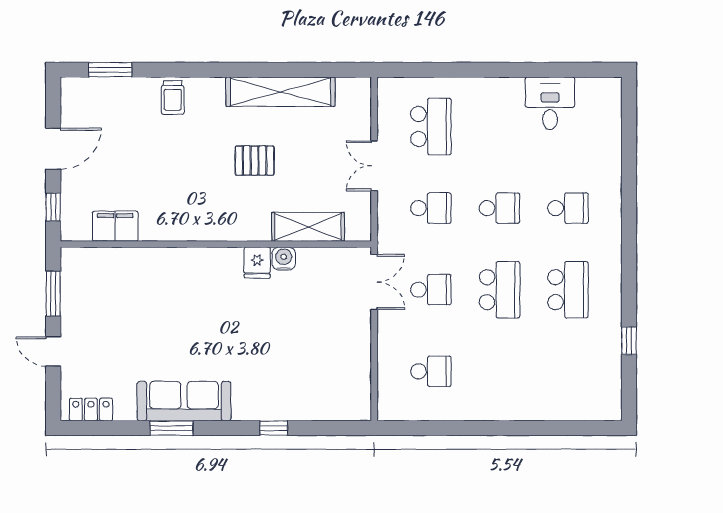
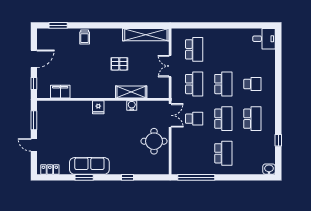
shelving: (281, 92) -> (146, 35), moved
desk: (550, 103) -> (264, 39), moved, turned 90
school desk: (431, 208) -> (194, 84), width x1.85
school desk: (499, 208) -> (223, 84), width x1.85
shelving: (308, 227) -> (131, 92), moved
fridge: (257, 263) -> (98, 107), moved
round table: (336, 343) -> (154, 141), added
school desk: (431, 371) -> (223, 153), moved, width x1.85
washbasin: (607, 409) -> (269, 169), added
window: (436, 428) -> (196, 177), added

